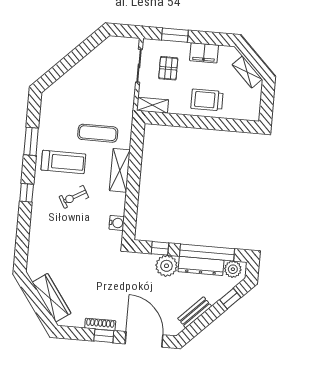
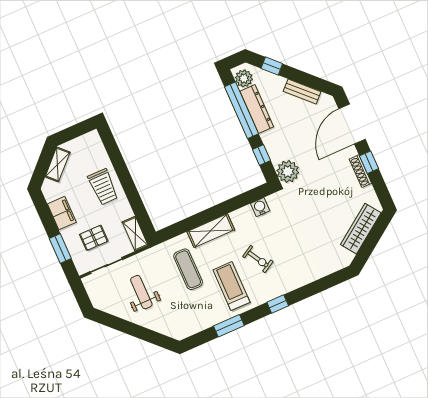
weight bench: (100, 83) -> (141, 292), added
plant: (166, 266) -> (288, 171), moved

